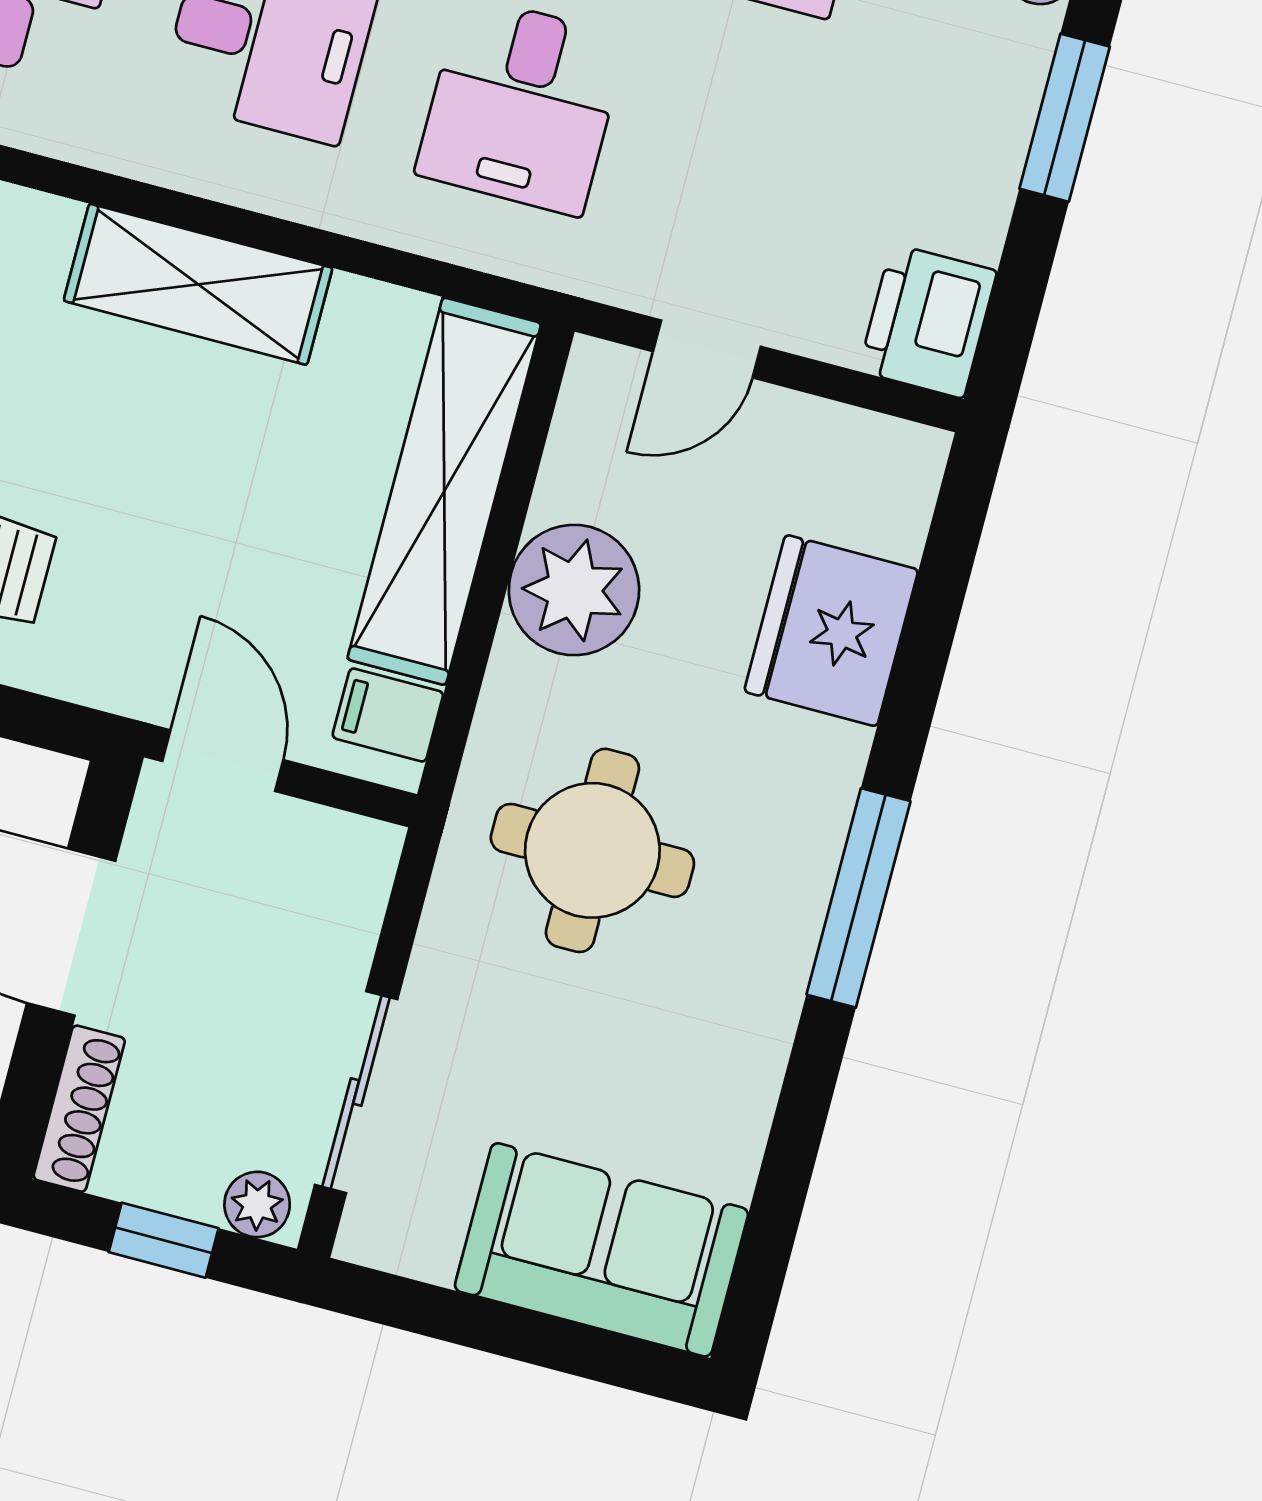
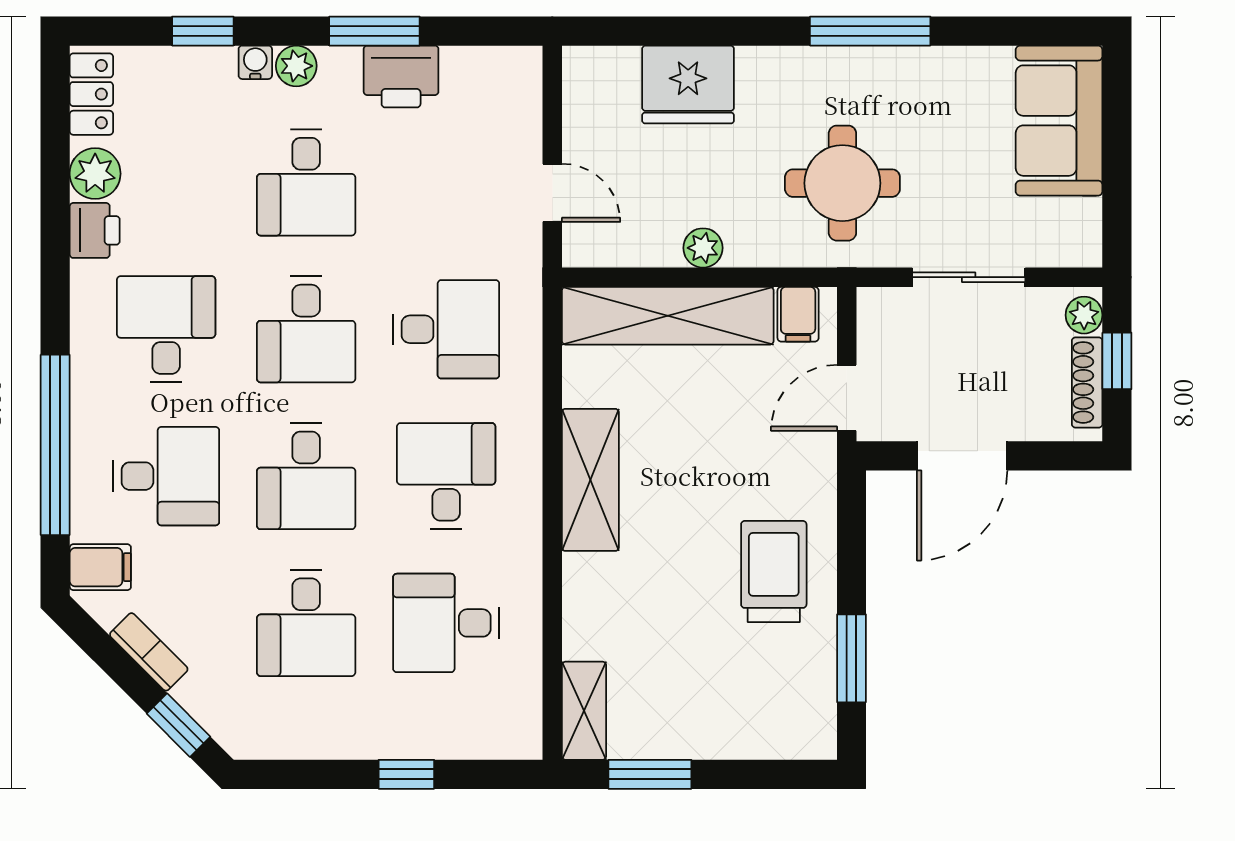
printer: (928, 321) -> (401, 77), moved
plant: (574, 590) -> (703, 248), width x0.53, depth x0.53
window: (858, 898) -> (870, 31), moved
sliding door: (356, 1092) -> (969, 277), moved
shoe rack: (79, 1109) -> (1087, 382), moved, turned -90

